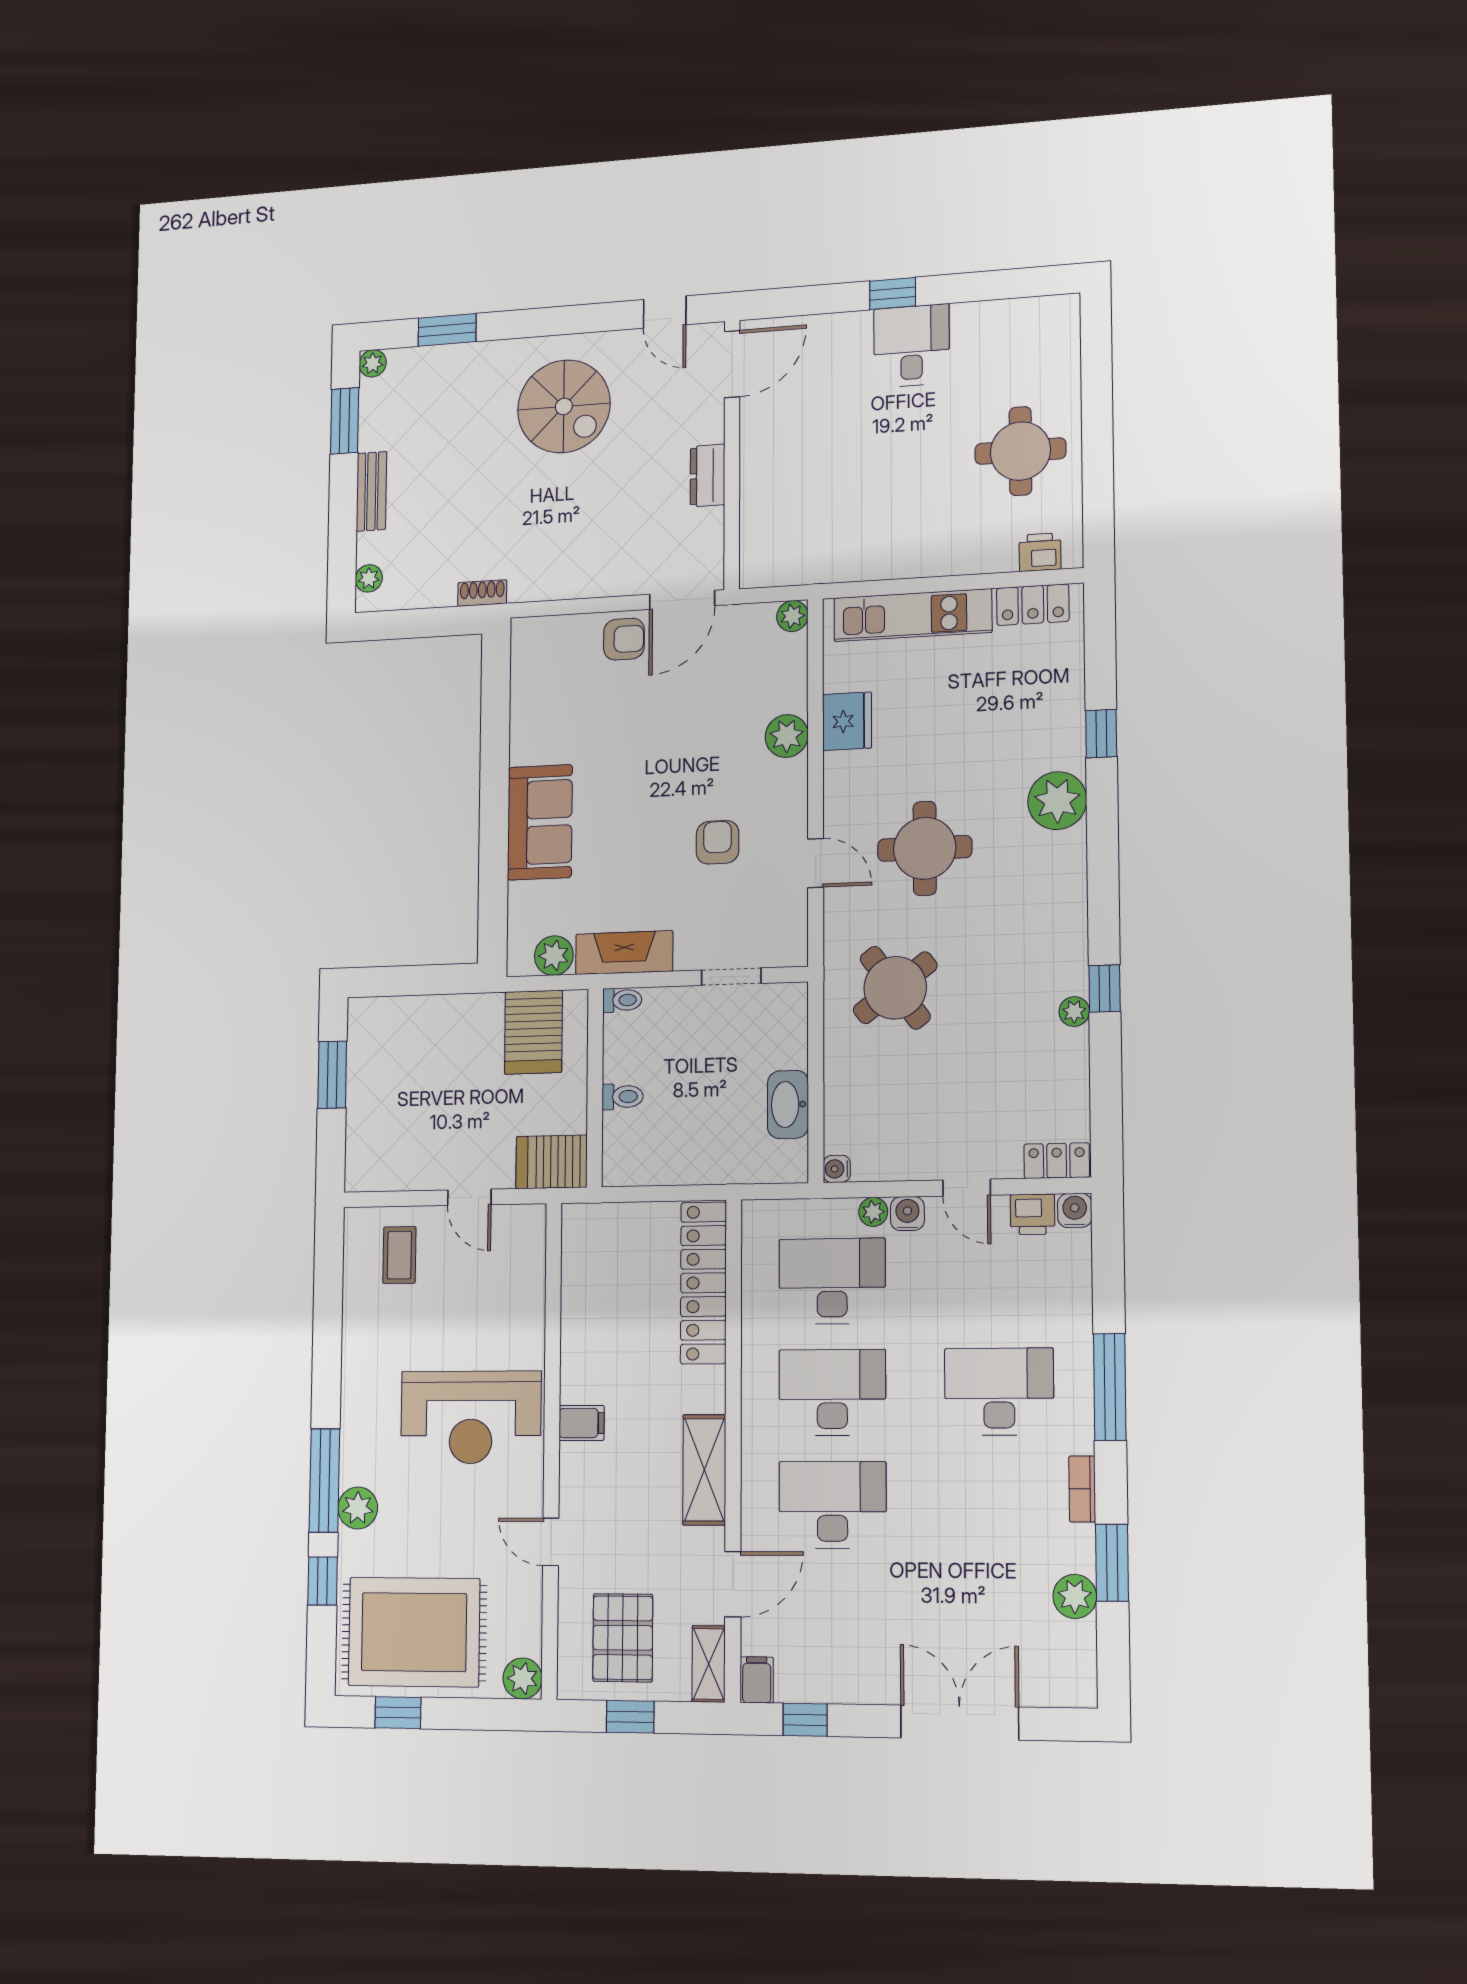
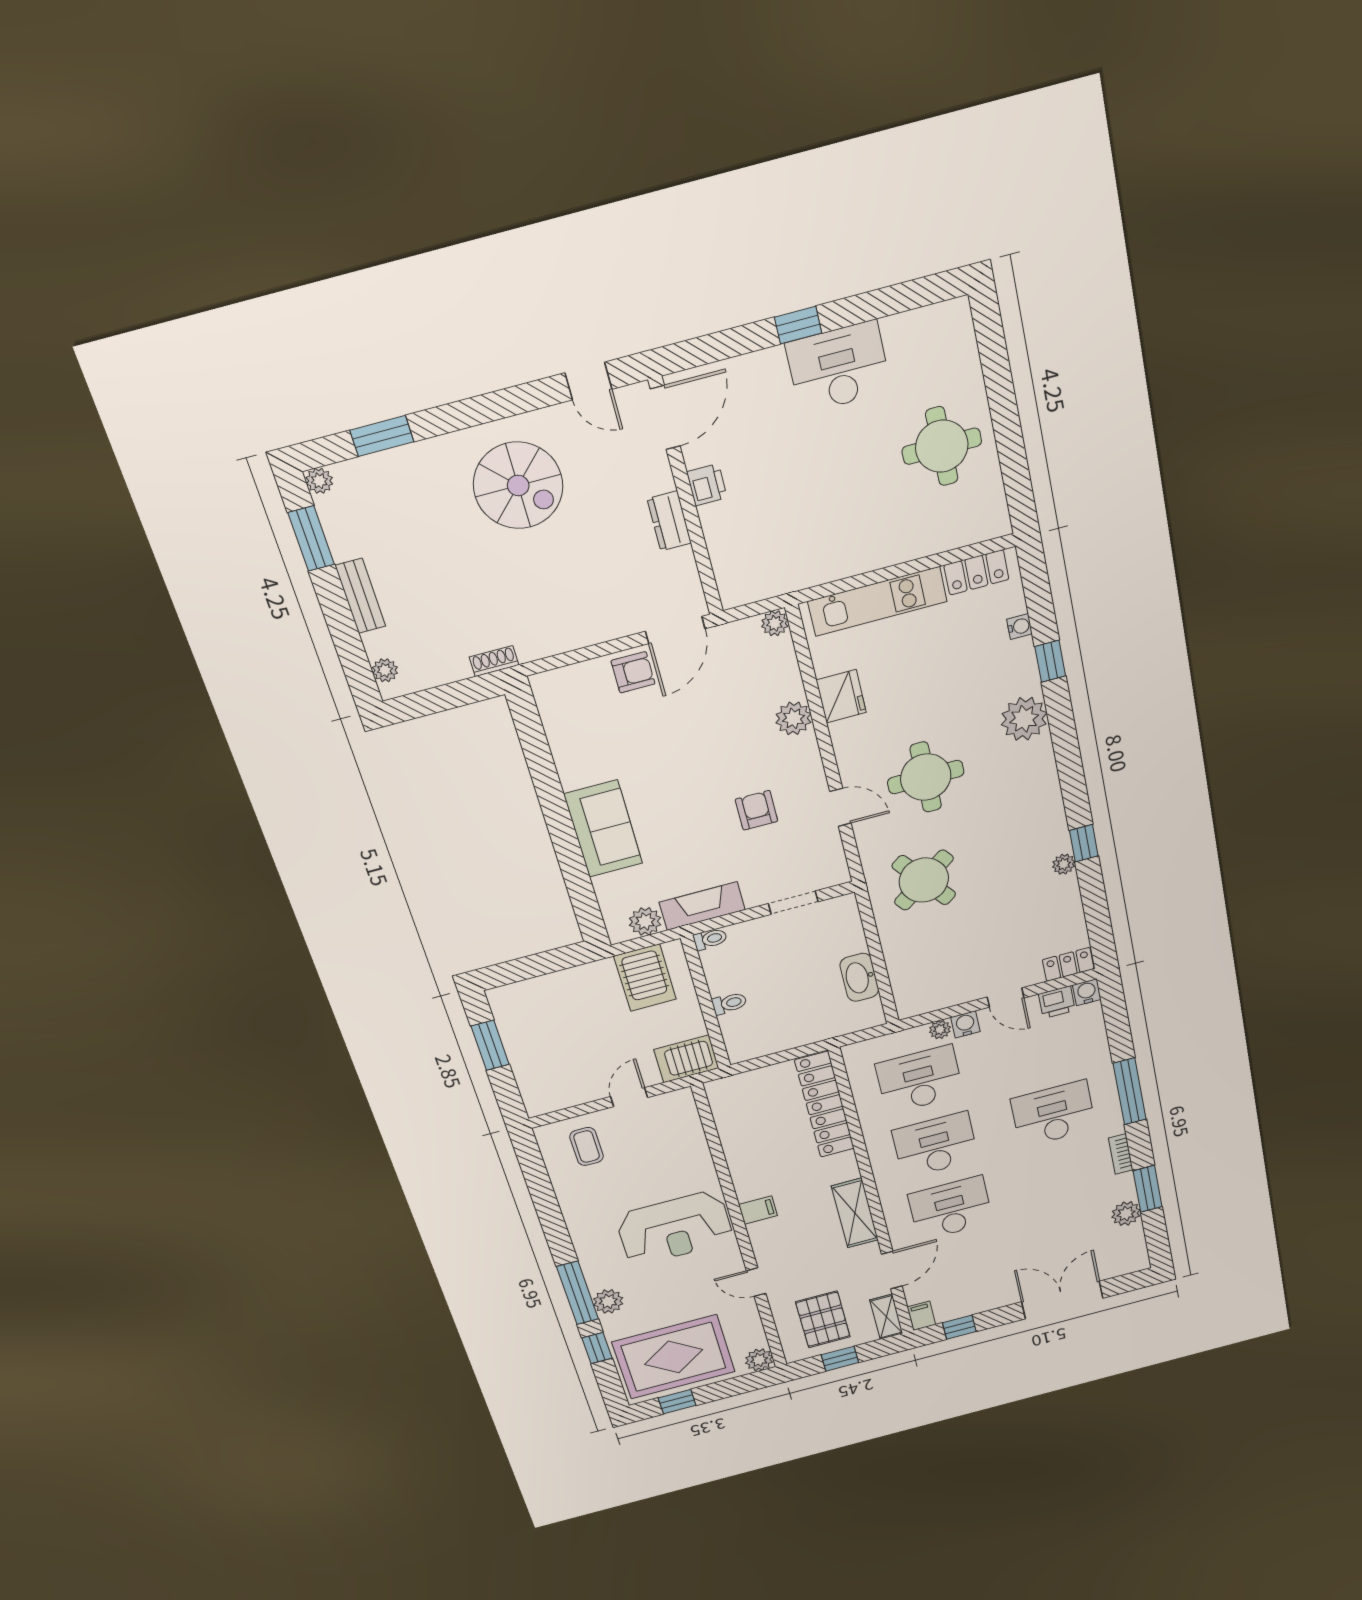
desk: (911, 346) -> (838, 367), width x1.37
printer: (1040, 552) -> (707, 485), moved, turned 90
water cooler: (837, 1169) -> (1020, 627), moved, turned 180
door: (469, 1197) -> (629, 1097), swing flipped

